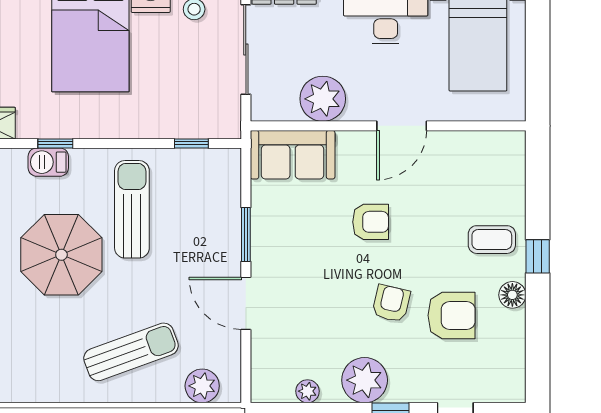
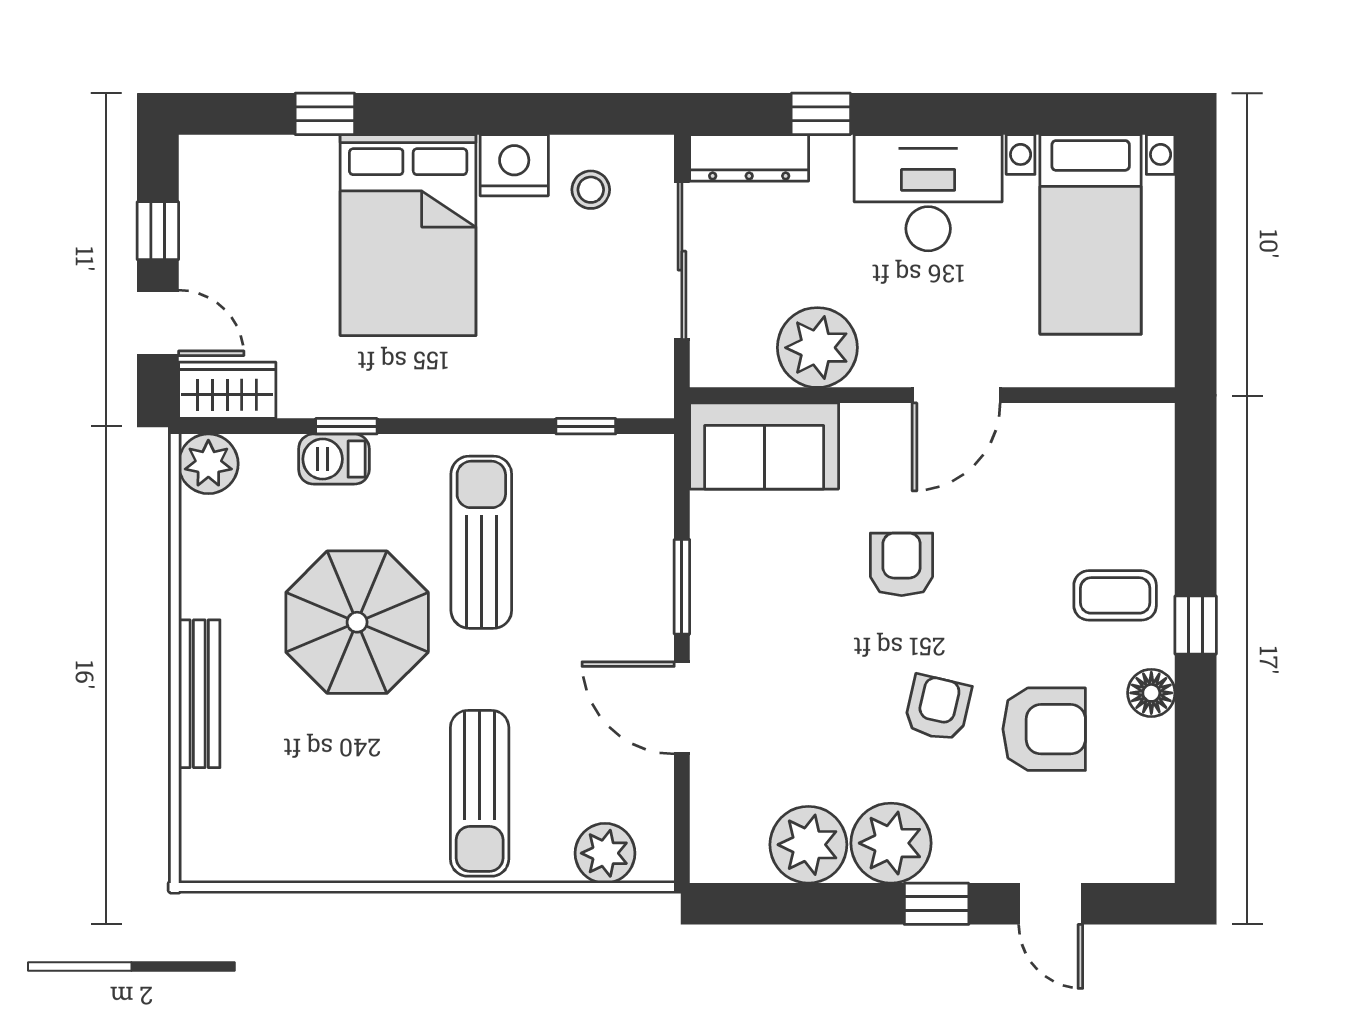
armchair: (371, 222) -> (902, 564), turned -90
sun lounger: (131, 352) -> (480, 793), turned 110
plant: (307, 391) -> (808, 845), width x1.88, depth x1.88

